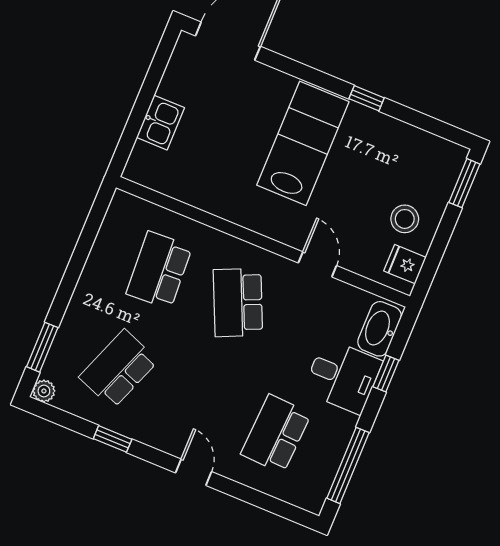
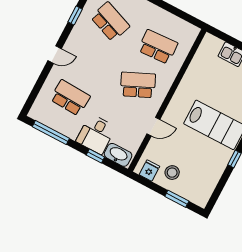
window: (464, 183) -> (177, 199), moved

